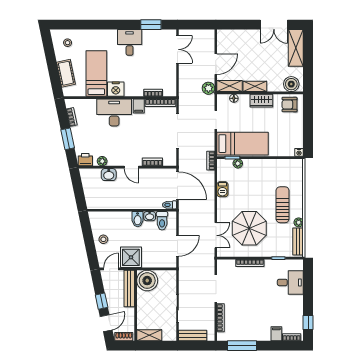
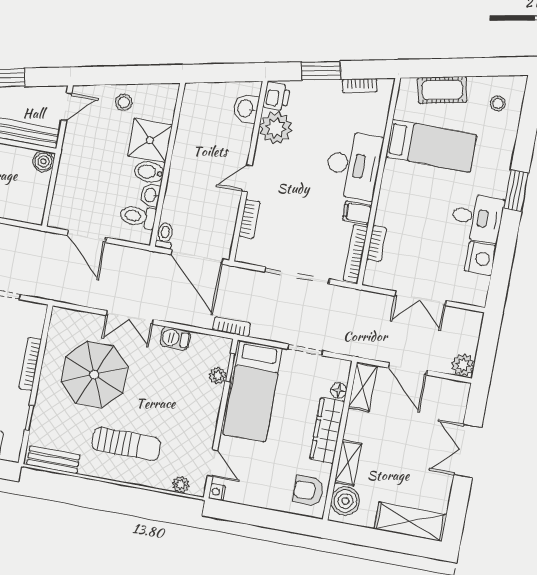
window: (151, 25) -> (516, 191), moved
double door: (274, 25) -> (468, 451), moved
double door: (177, 49) -> (420, 298), moved
shelving: (255, 86) -> (348, 463), moved
plant: (208, 88) -> (463, 365), moved
nightstand: (116, 89) -> (480, 259), moved, turned 180
wardrobe: (261, 101) -> (327, 430), width x1.50
armchair: (289, 105) -> (308, 491), turned -90
door: (284, 158) -> (213, 463), added
plant: (102, 161) -> (276, 128), width x1.87, depth x1.87
washbasin: (109, 175) -> (246, 108), moved
door: (177, 186) -> (197, 257), hinge flipped
plant: (299, 222) -> (181, 485), moved
double door: (216, 235) -> (130, 317), moved
shower: (131, 257) -> (150, 140), moved
door: (111, 269) -> (67, 107), hinge flipped
boiler: (147, 281) -> (43, 162), width x0.54, depth x0.54

